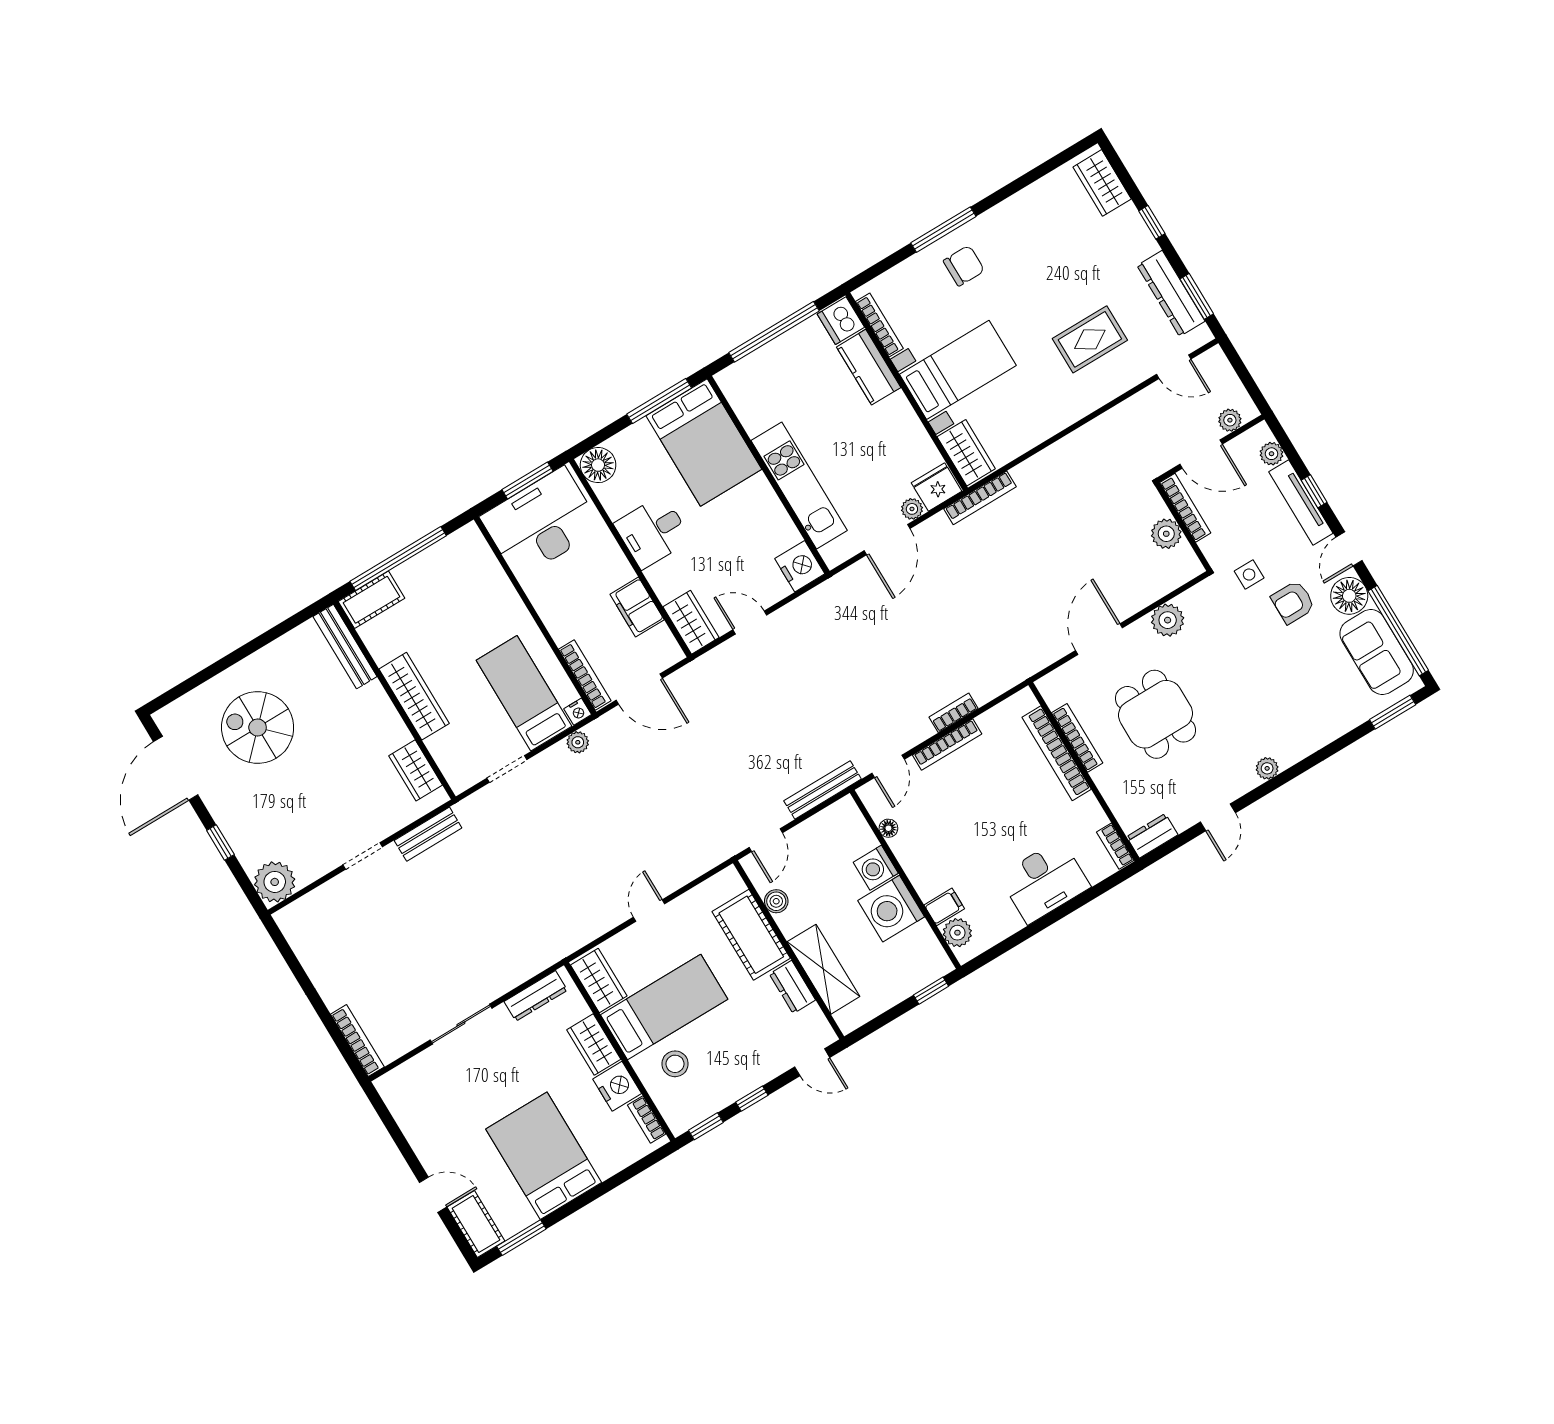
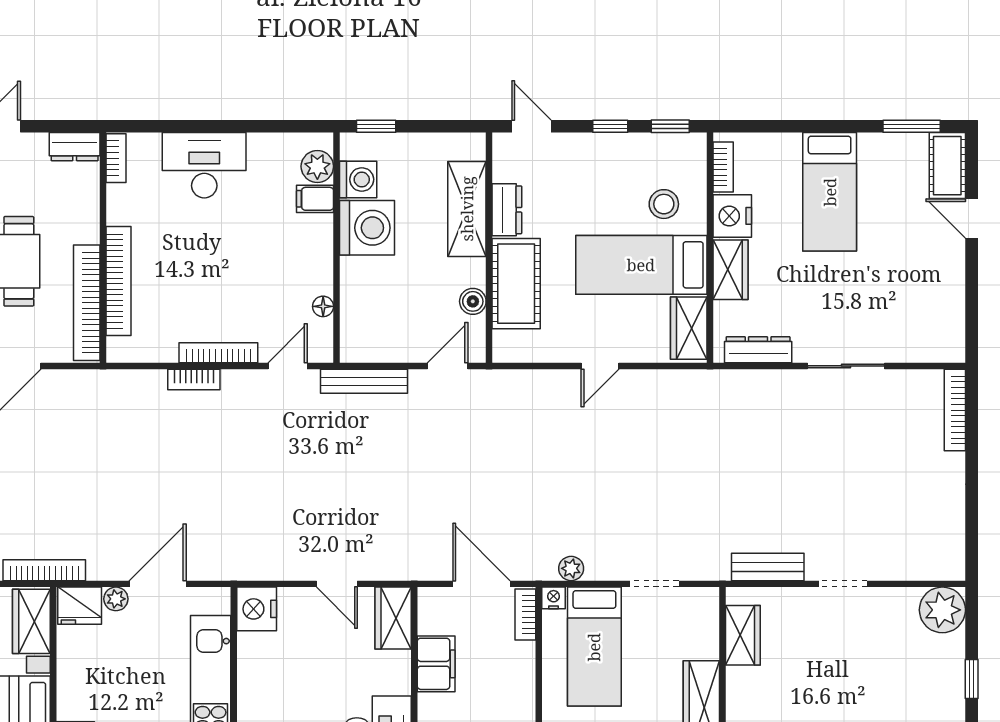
bookcase: (585, 675) -> (525, 615), width x0.64
bookcase: (1077, 738) -> (87, 303), width x1.48, depth x1.31
washing machine: (876, 868) -> (358, 179), moved
bed: (544, 1156) -> (830, 192), width x0.67

